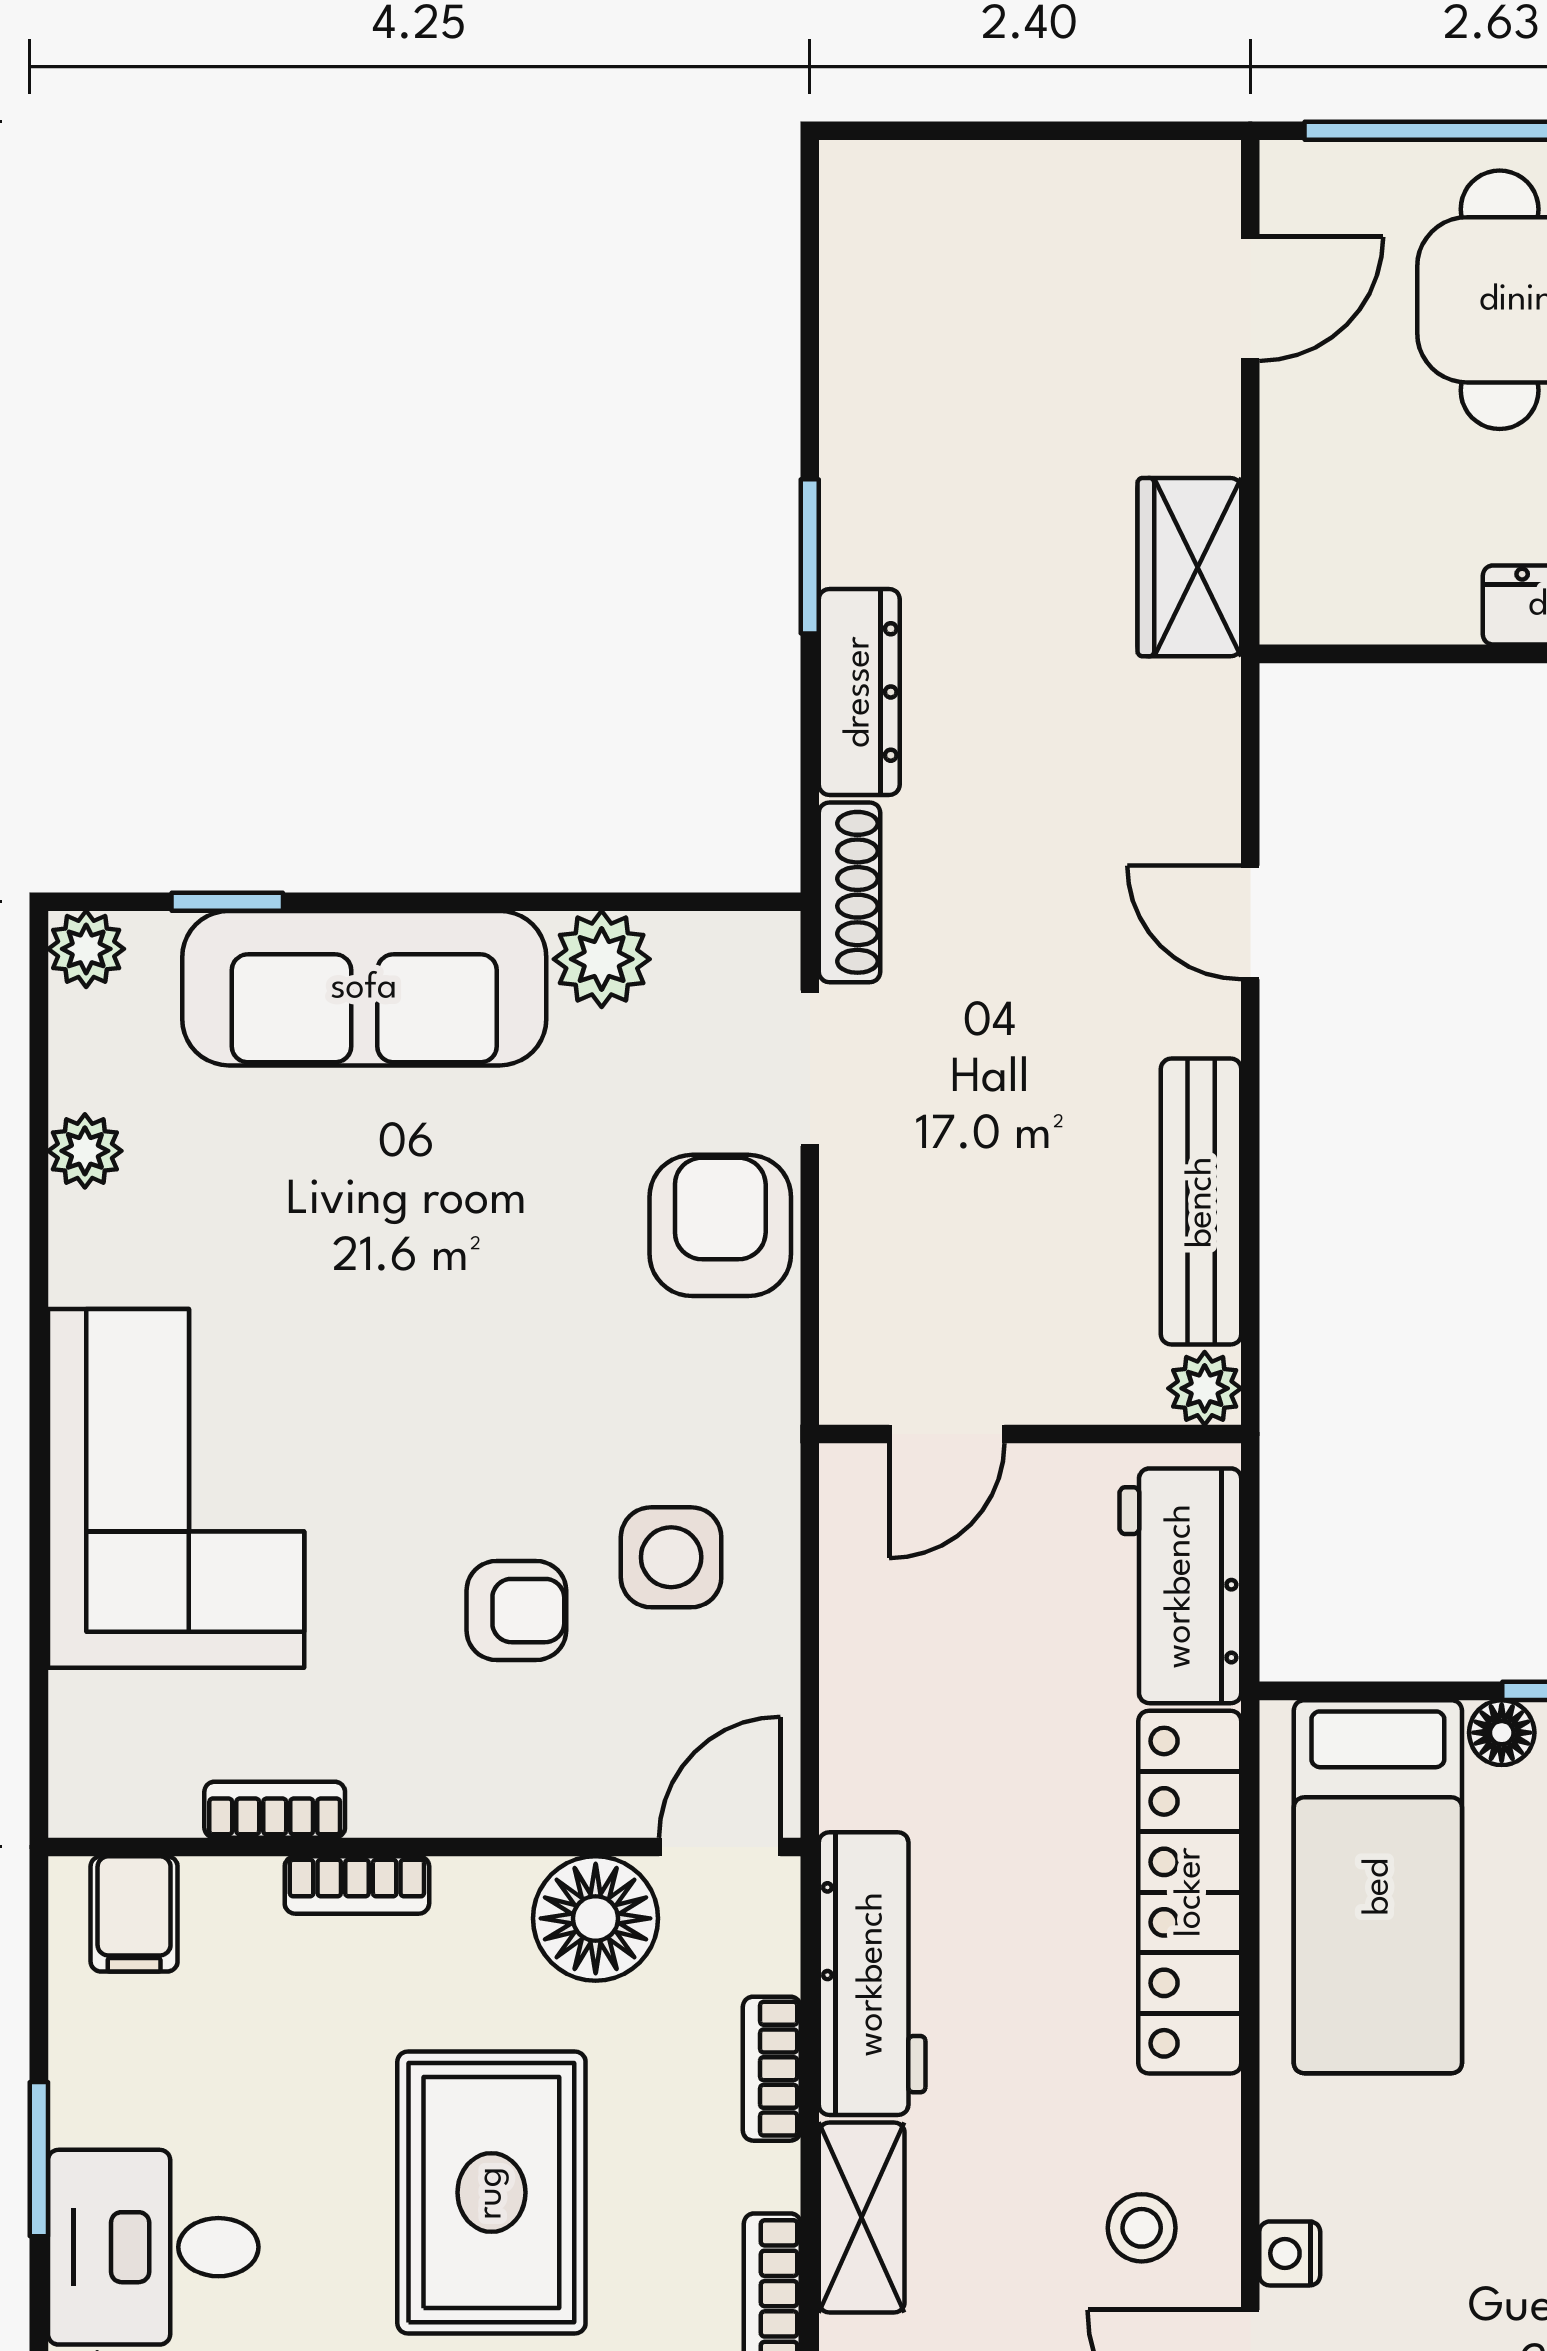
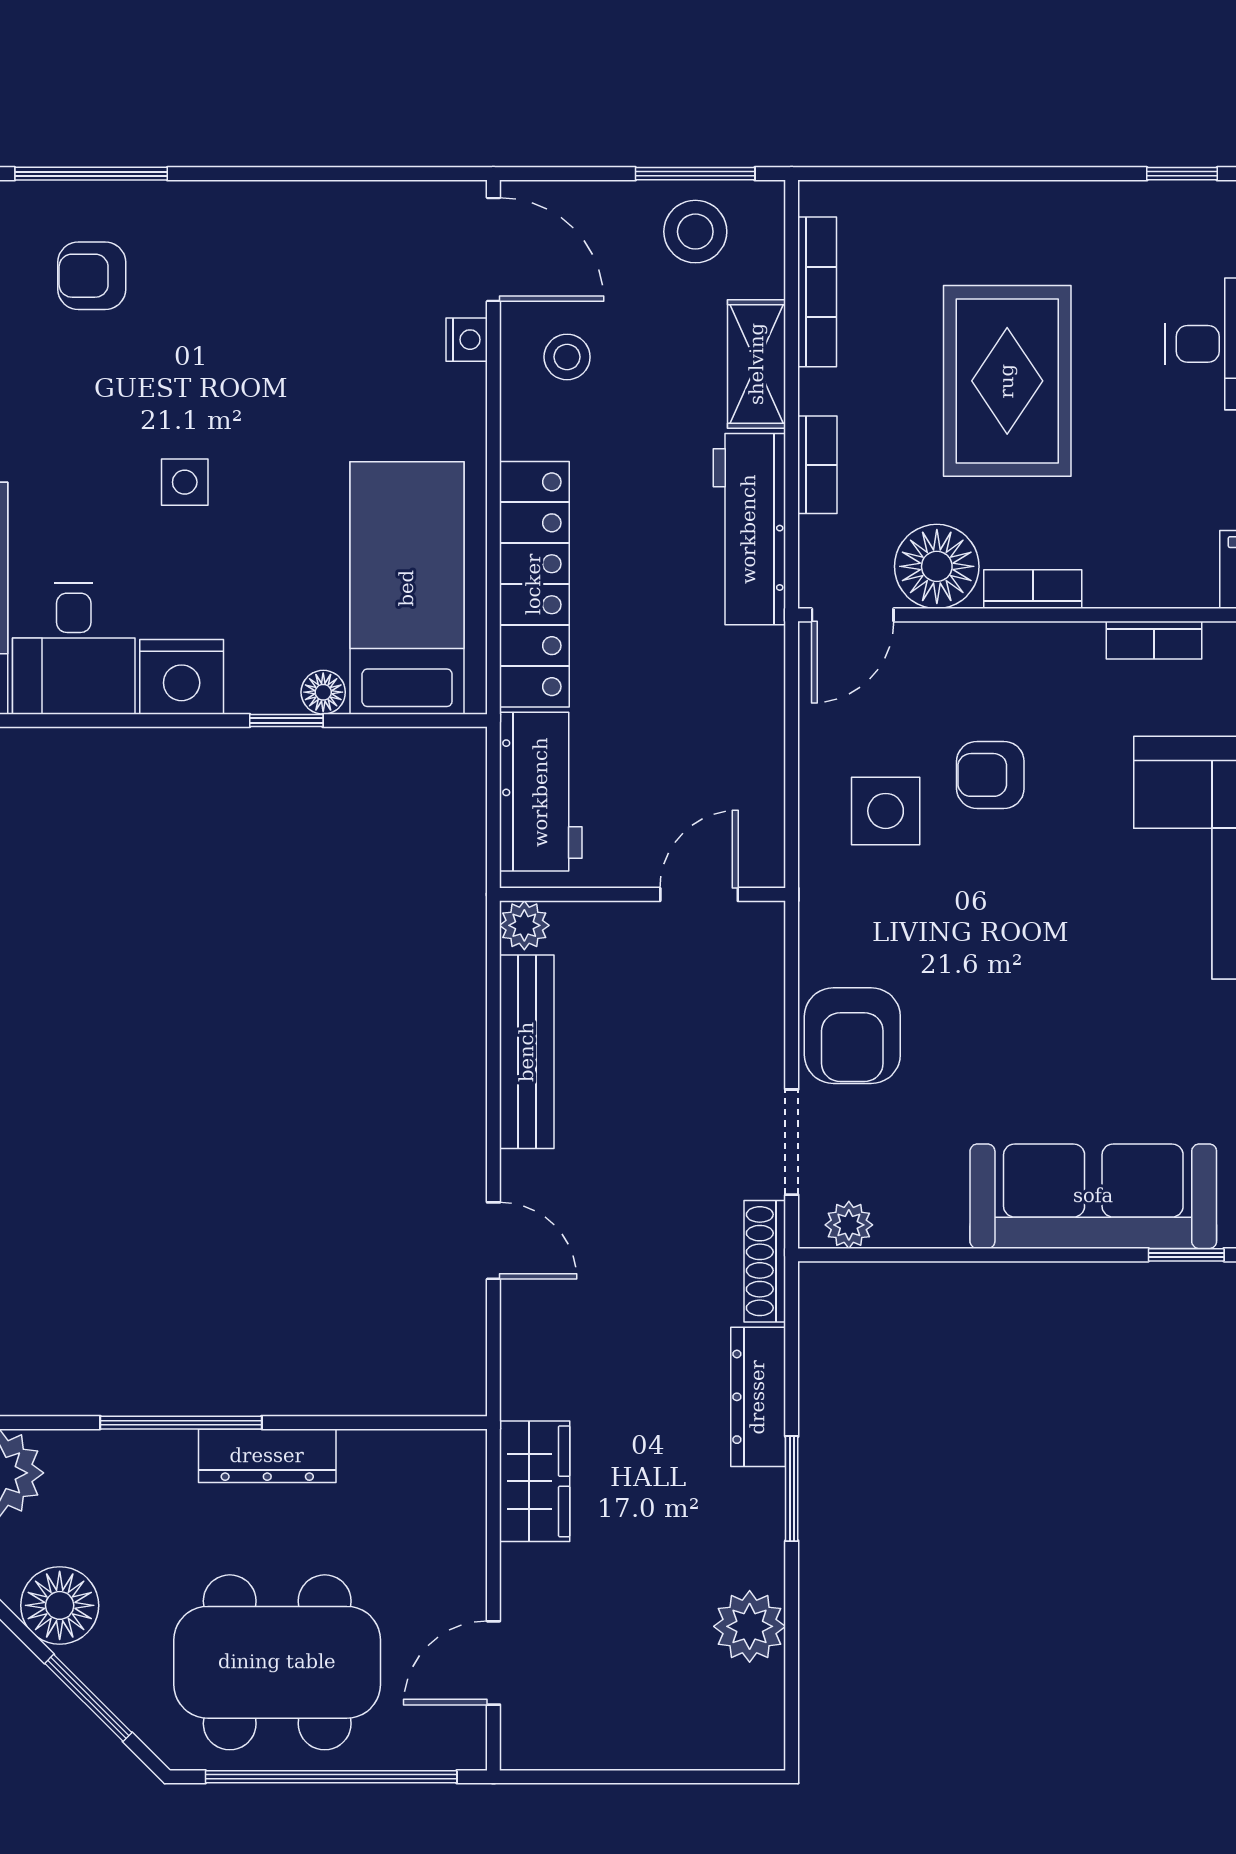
plant: (872, 353) -> (750, 1626), added
plant: (602, 959) -> (849, 1225), moved, width x0.73, depth x0.73
bookcase: (357, 1885) -> (1033, 589), moved

